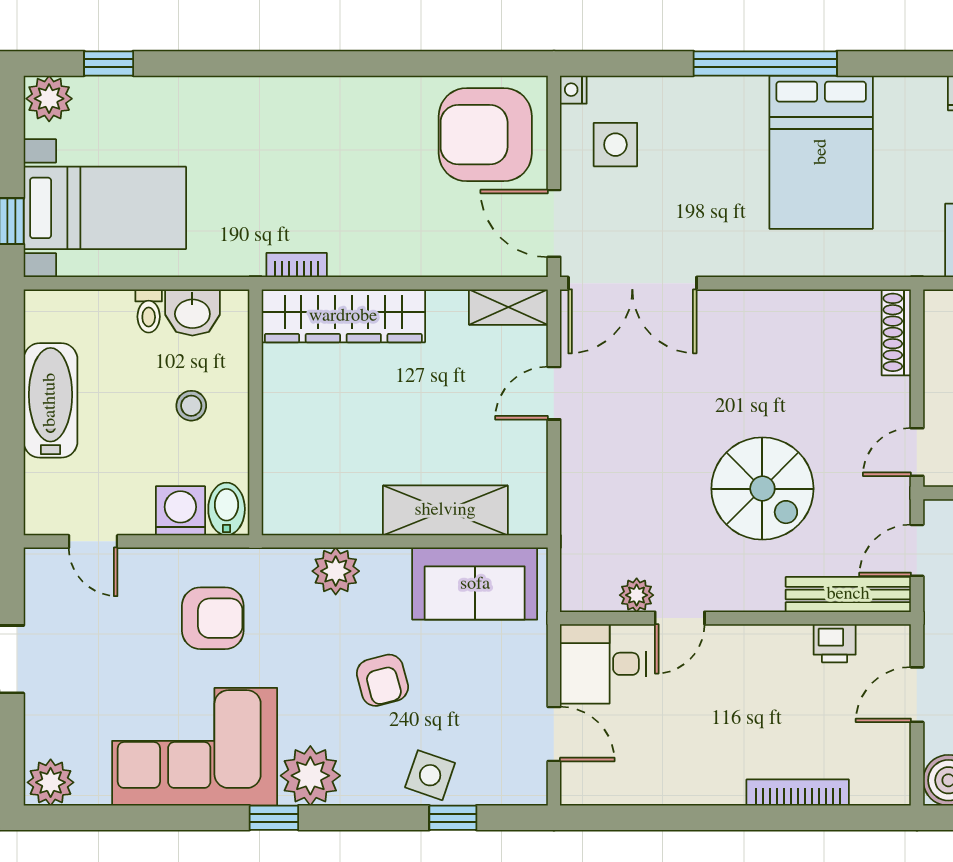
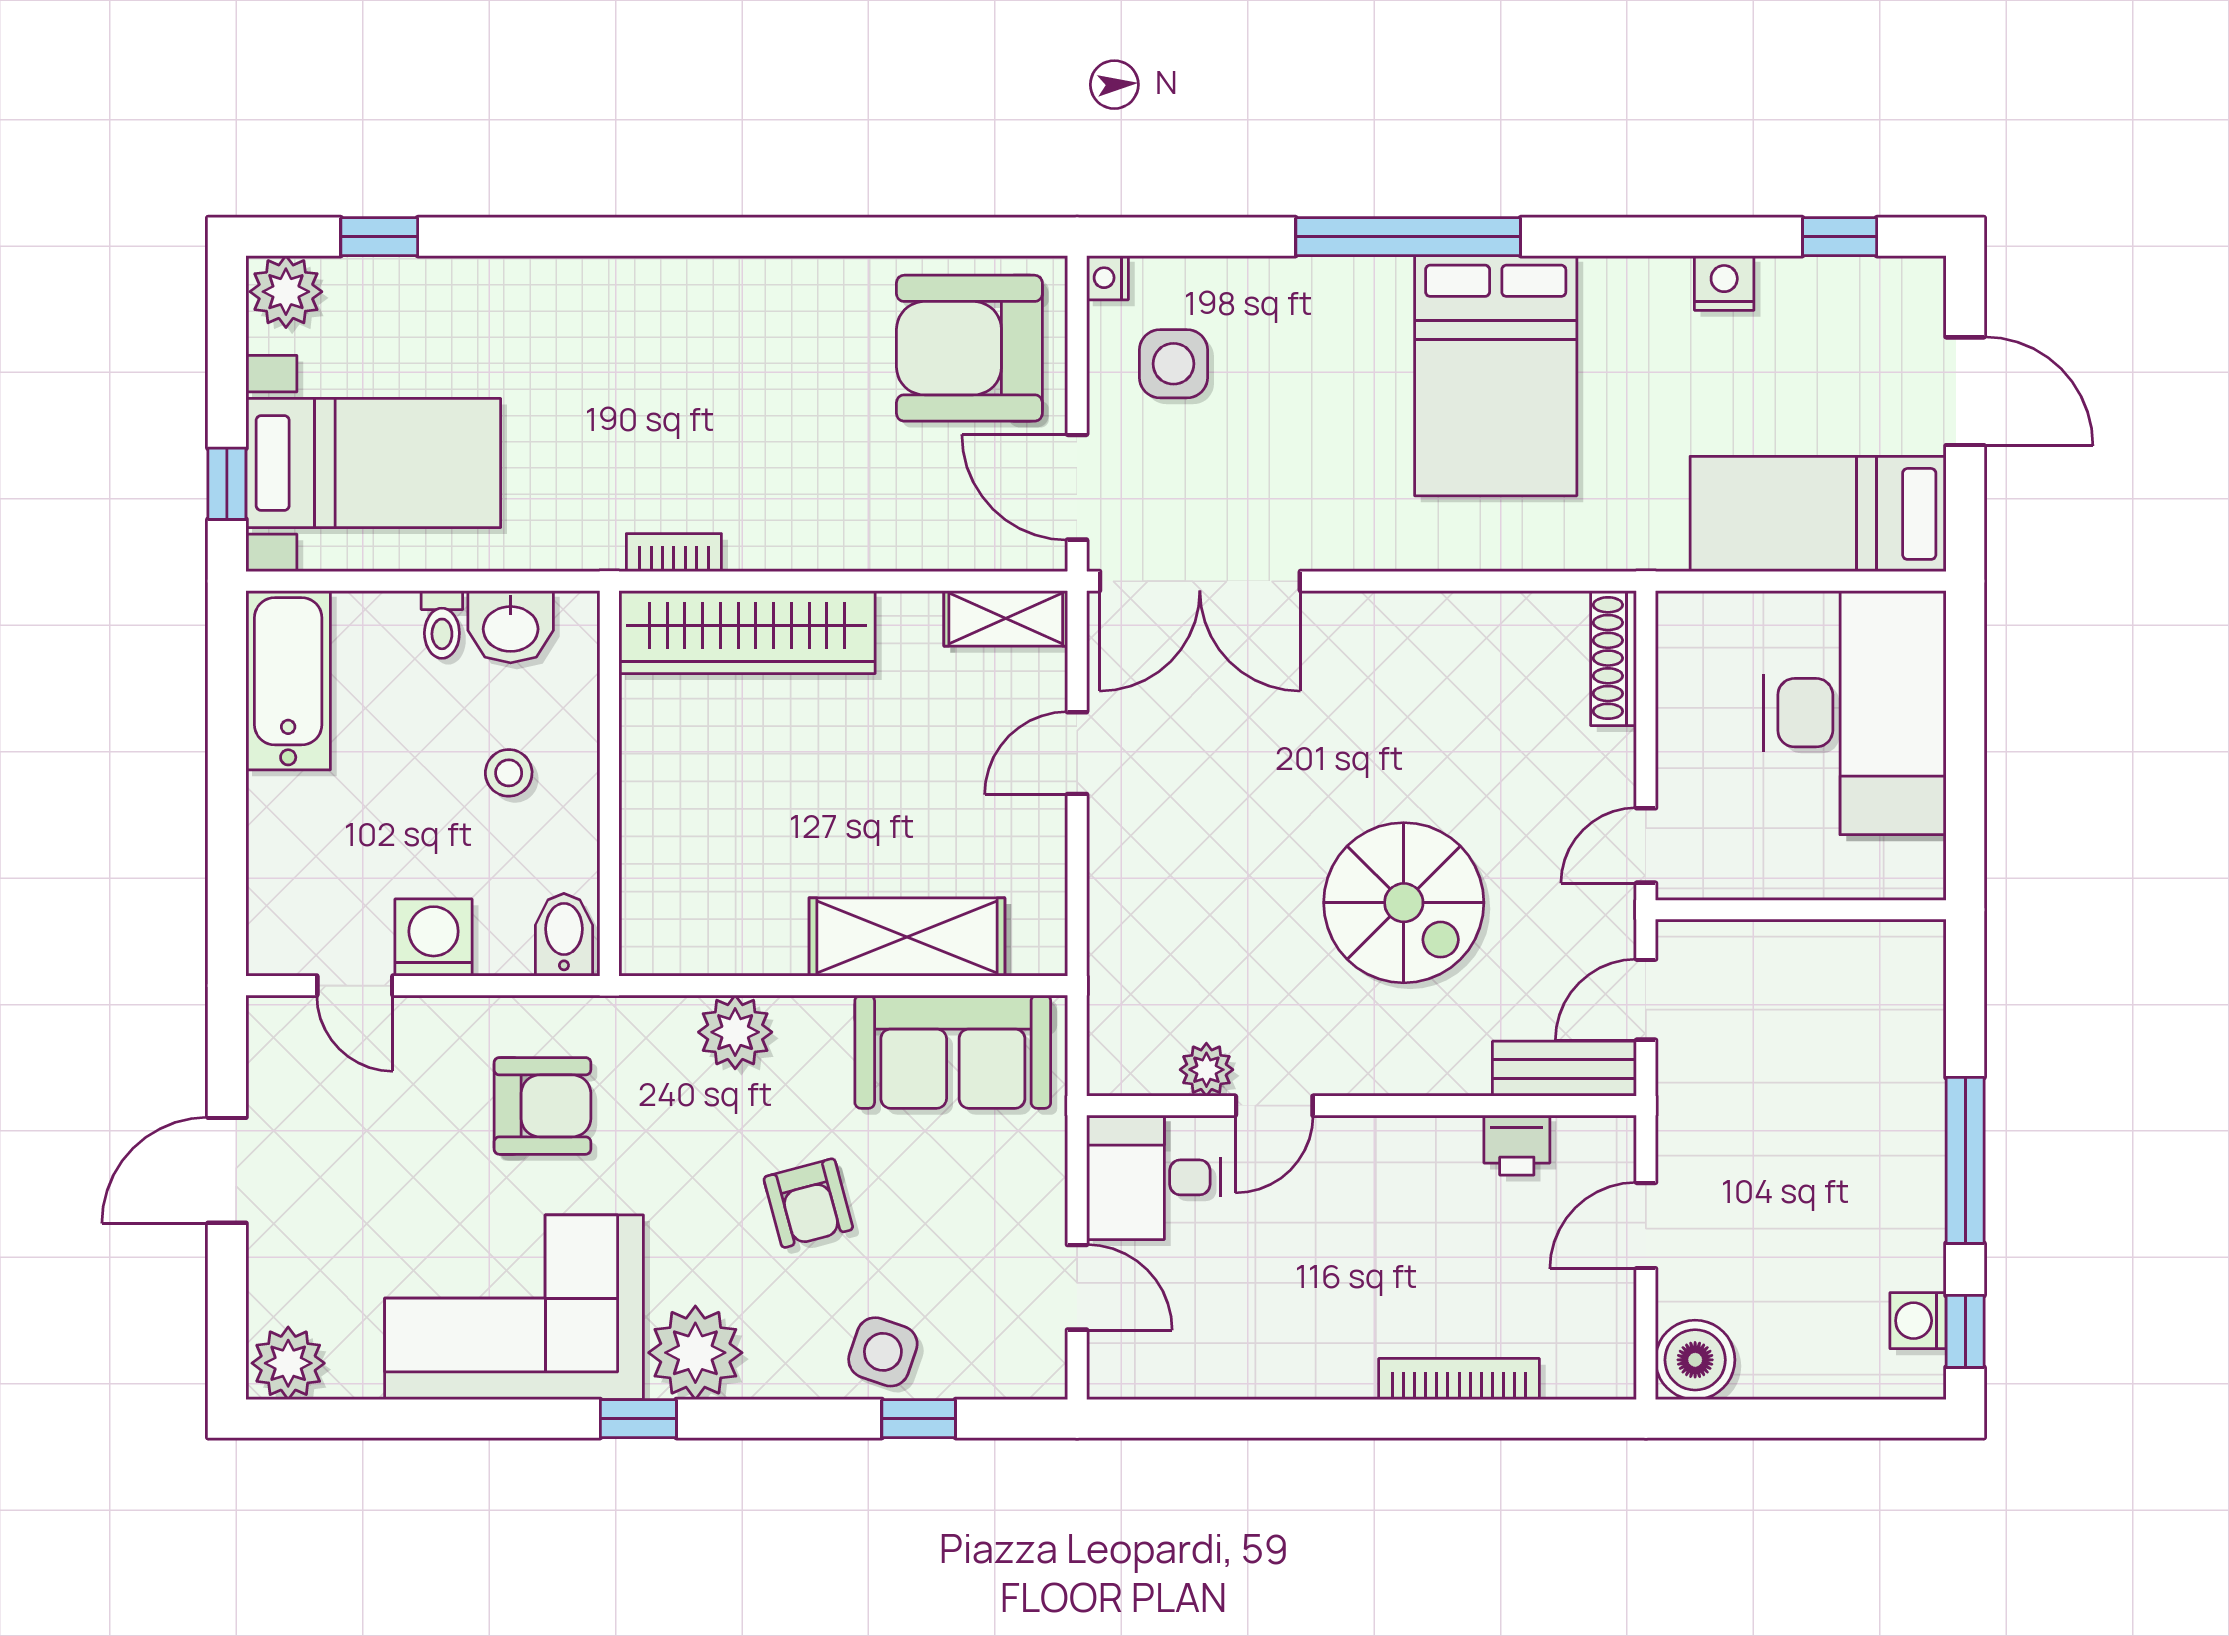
bathtub: (50, 400) -> (288, 680), moved
washing machine: (180, 511) -> (434, 938), moved
bench: (848, 594) -> (1564, 1069), width x0.73

